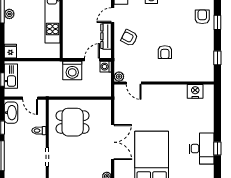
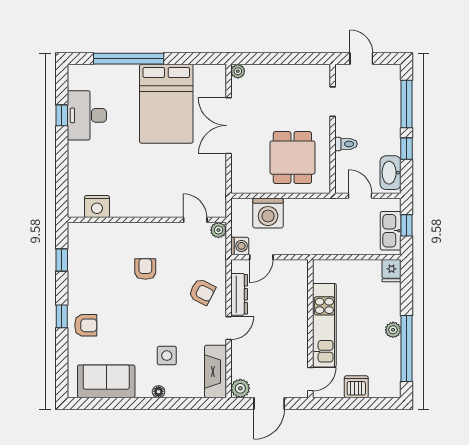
armchair: (202, 17) -> (86, 325), turned -90
washing machine: (72, 70) -> (268, 213), moved, turned 180
dining table: (73, 122) -> (292, 158), turned 90

